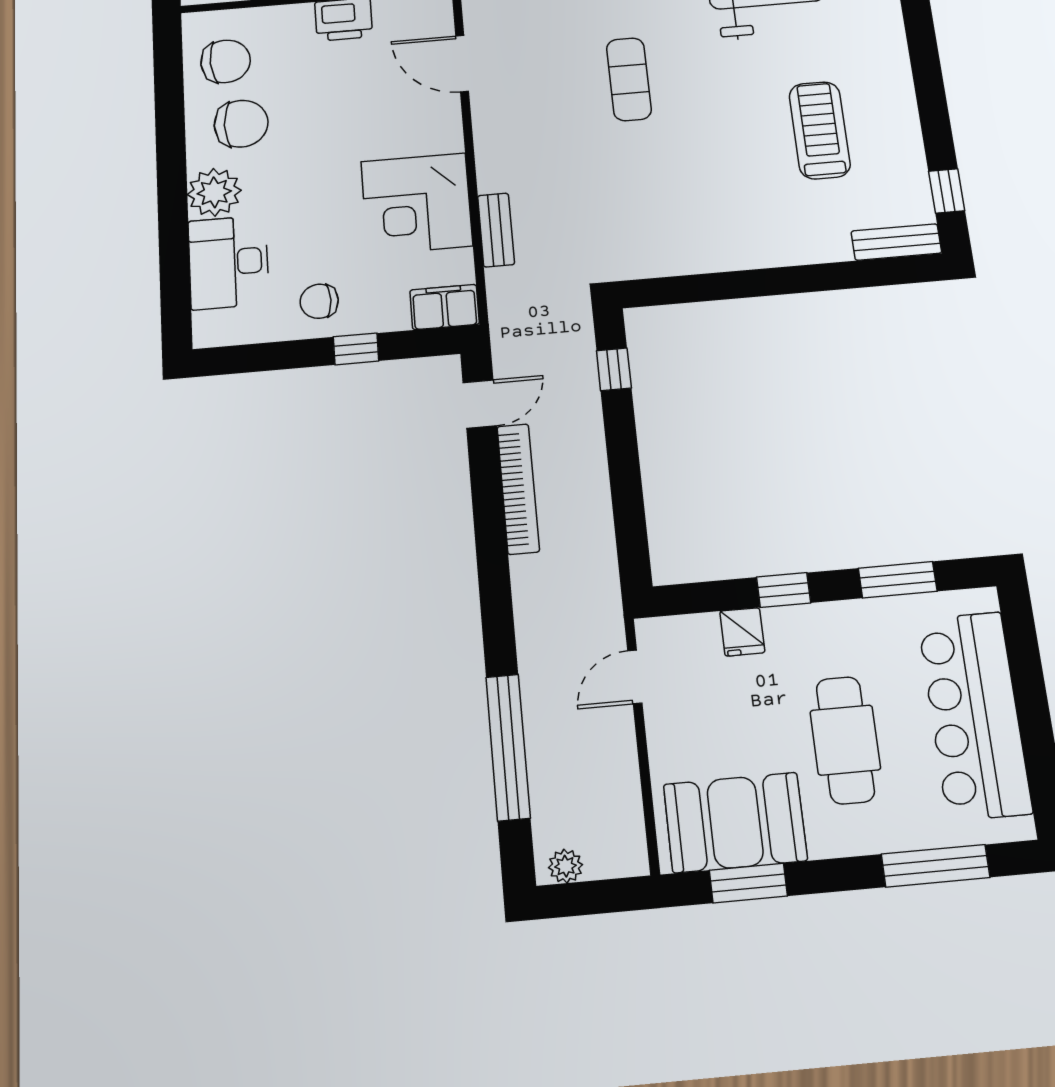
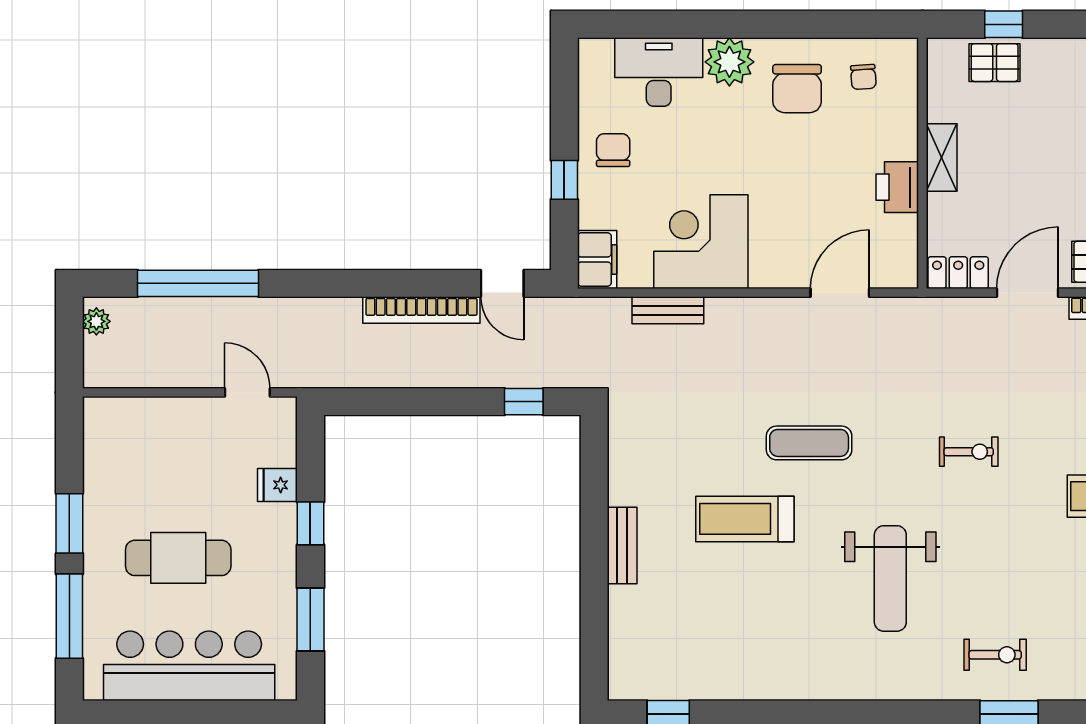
chair: (226, 61) -> (863, 77), width x0.54, depth x0.54
treadmill: (820, 130) -> (745, 519), moved, turned 180
bench: (896, 242) -> (622, 545), moved
booth: (735, 822) -> (119, 461), removed
window: (748, 883) -> (69, 523), moved

